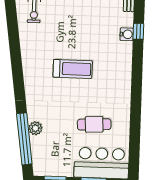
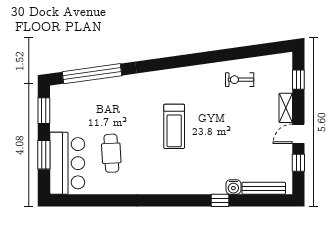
water cooler: (127, 34) -> (233, 187), moved
plant: (35, 128) -> (105, 86), removed

